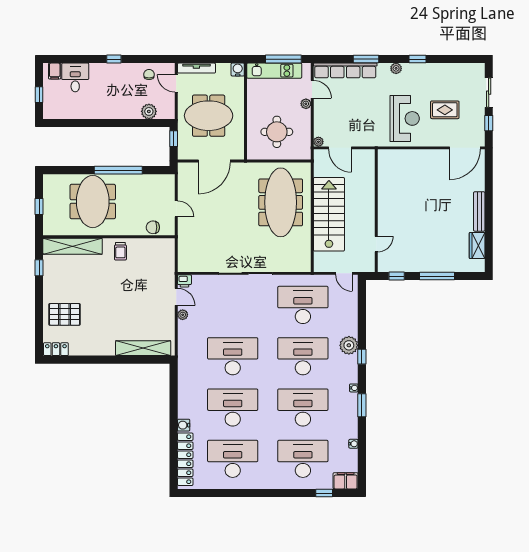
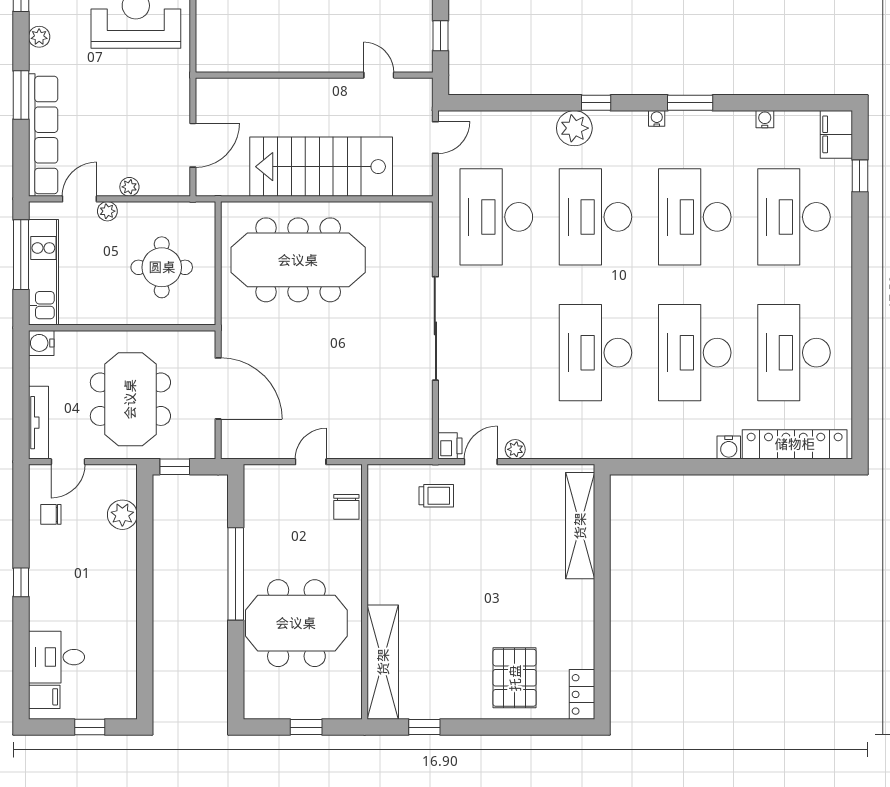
plant: (318, 142) -> (129, 187), moved
trolley: (120, 251) -> (436, 496), moved

